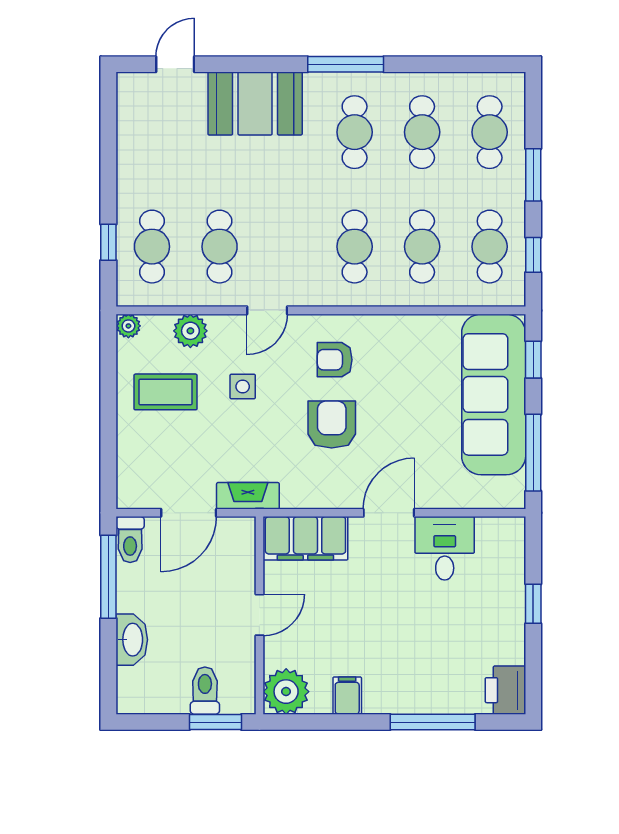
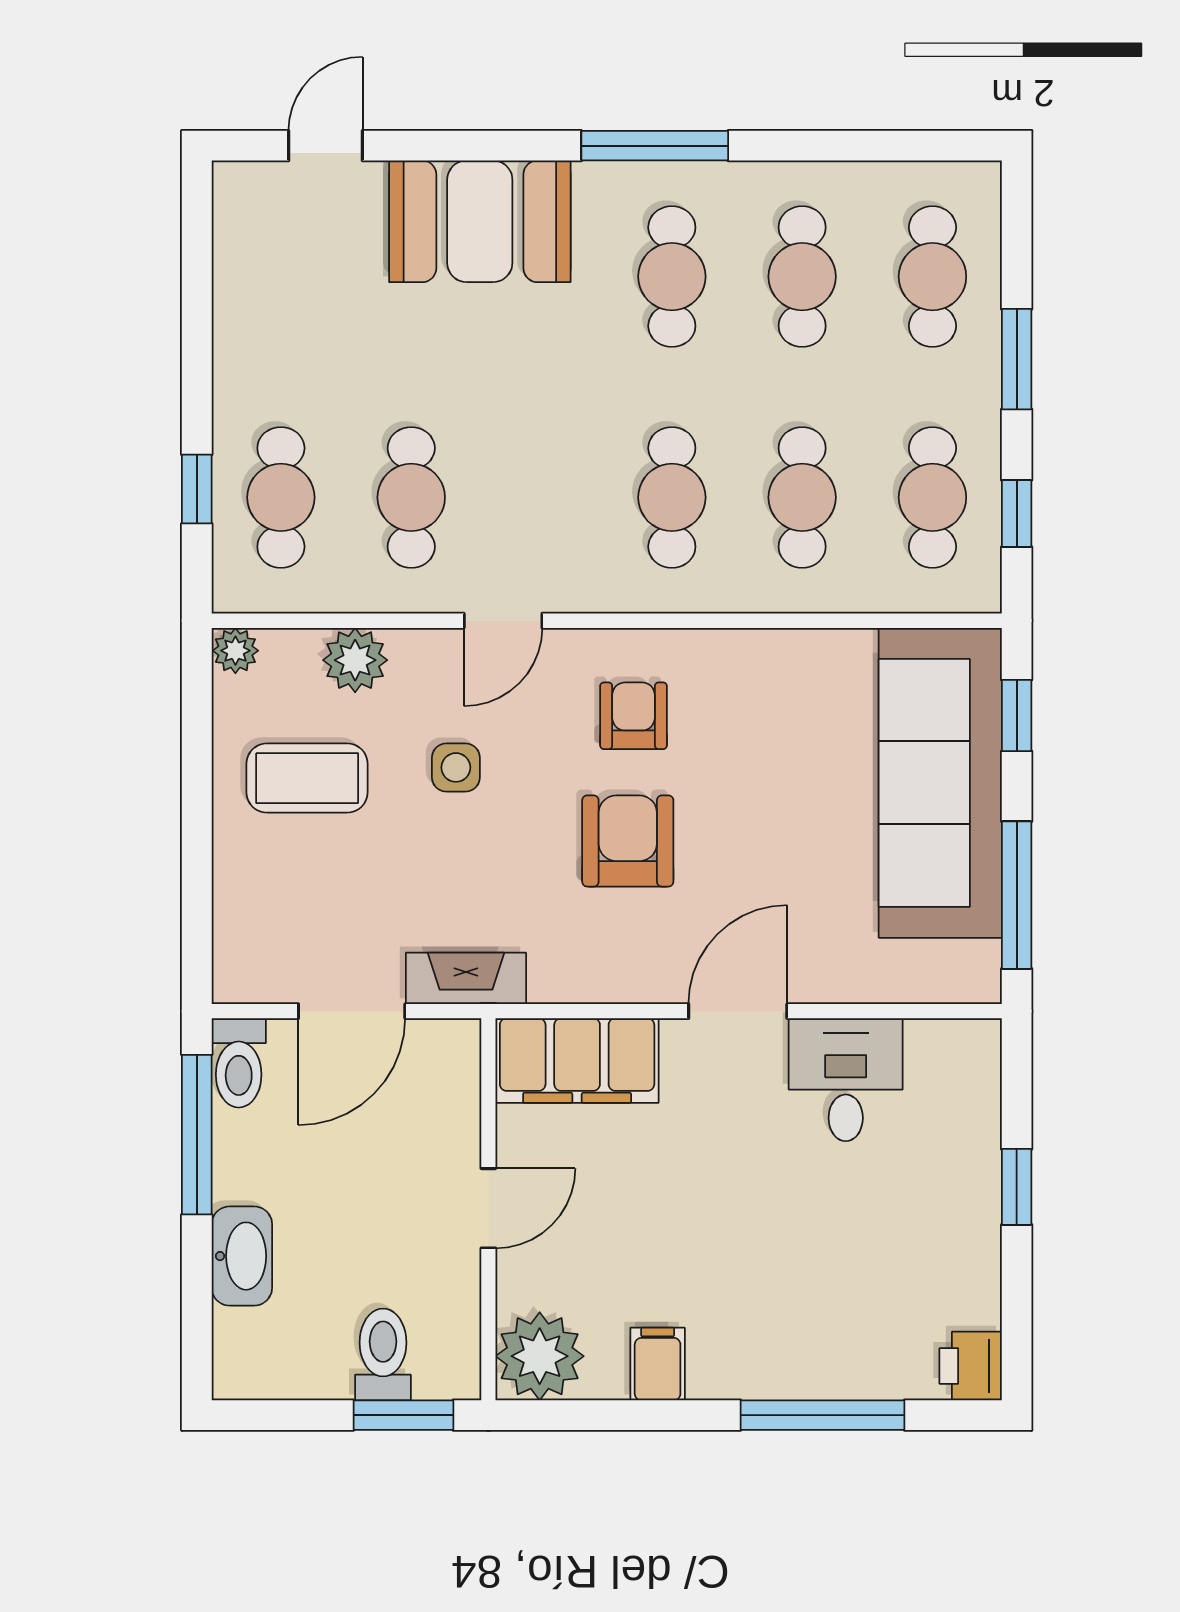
armchair: (335, 360) -> (634, 716), turned 90
printer: (505, 690) -> (971, 1366), width x0.73, depth x0.81

